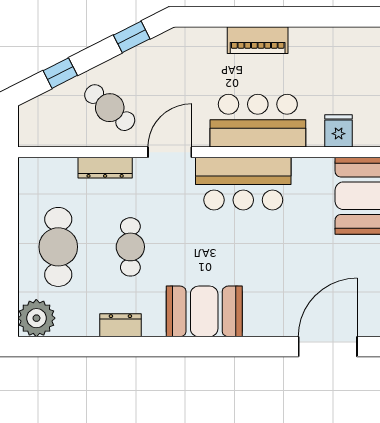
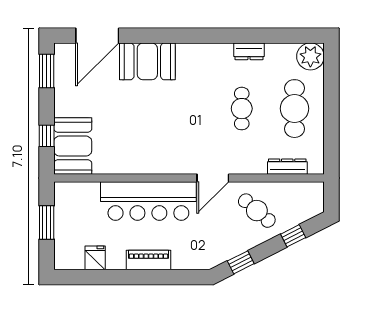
bar counter: (258, 121) -> (148, 201), width x1.36
fridge: (339, 131) -> (95, 258), moved, turned 180
dresser: (105, 168) -> (287, 167), moved
bar counter: (243, 184) -> (159, 155), removed
booth: (204, 311) -> (147, 61), moved

